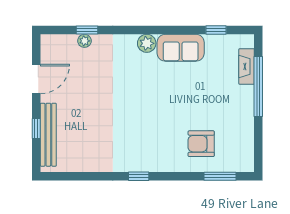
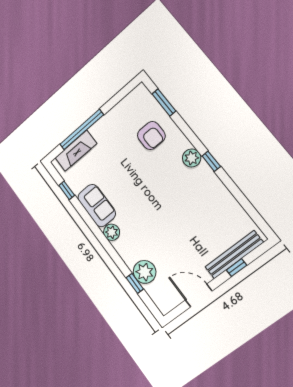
plant: (84, 41) -> (145, 272), width x1.87, depth x1.87
fireplace: (247, 67) -> (76, 151), width x1.37, depth x1.32
plant: (154, 162) -> (192, 158), added

